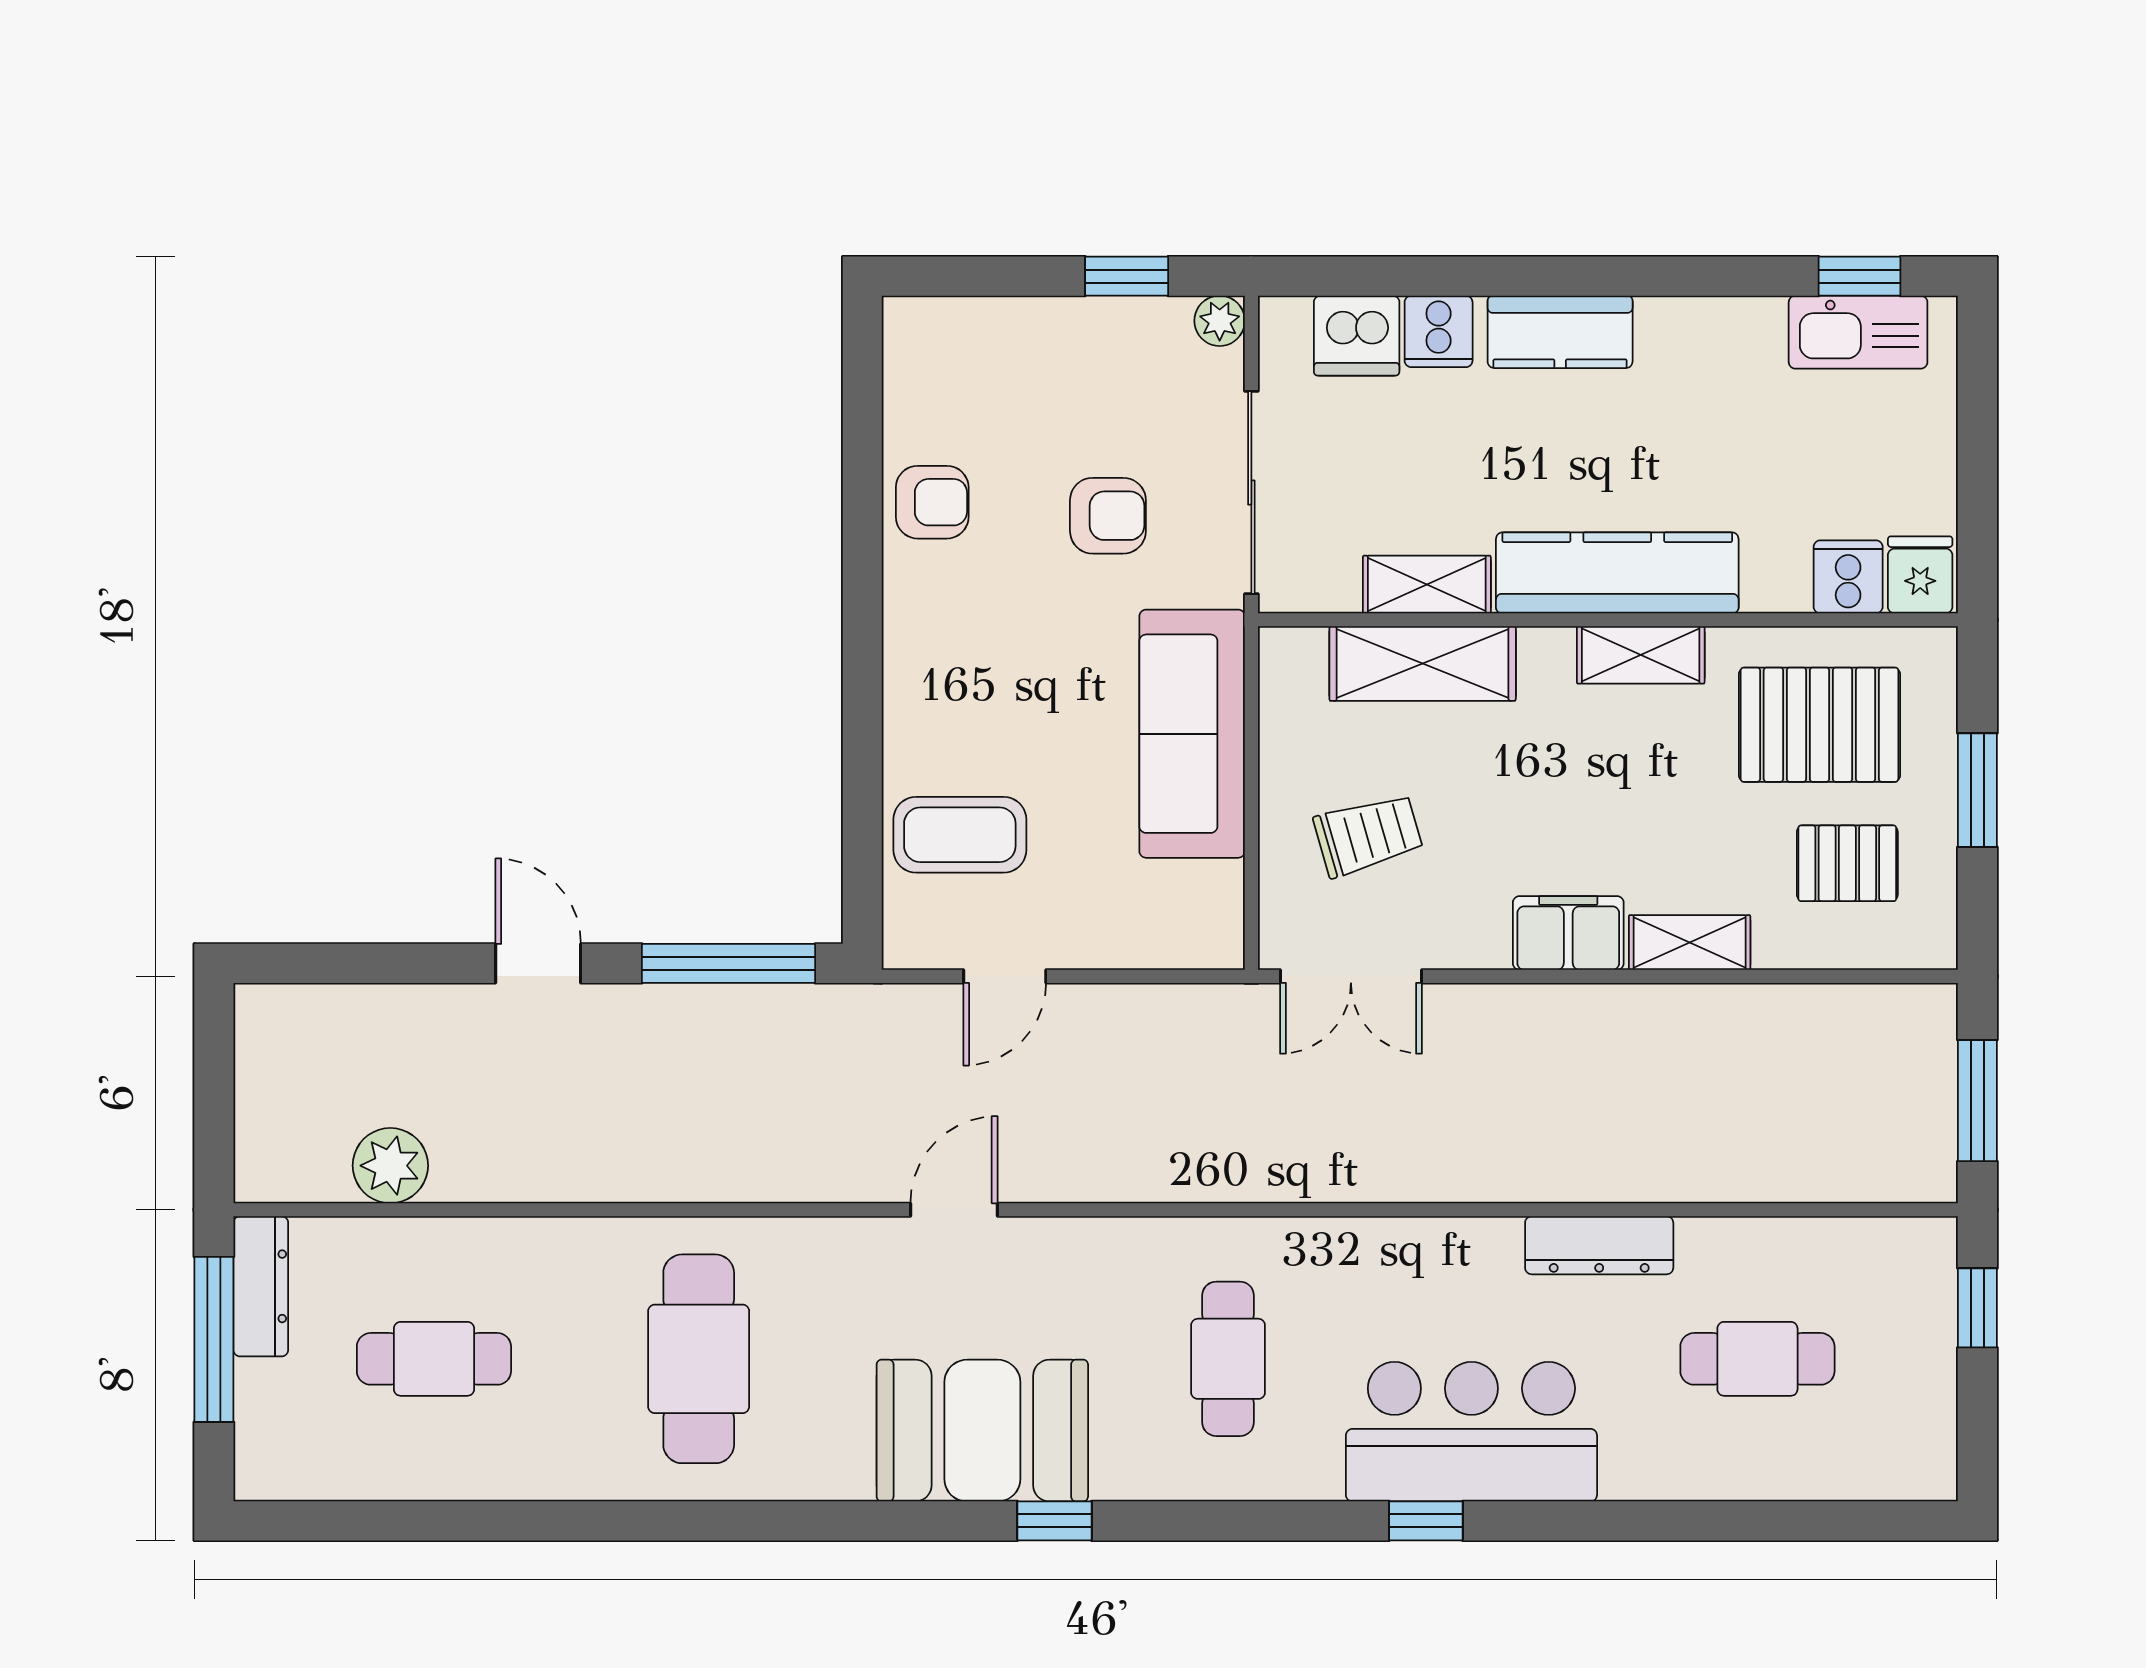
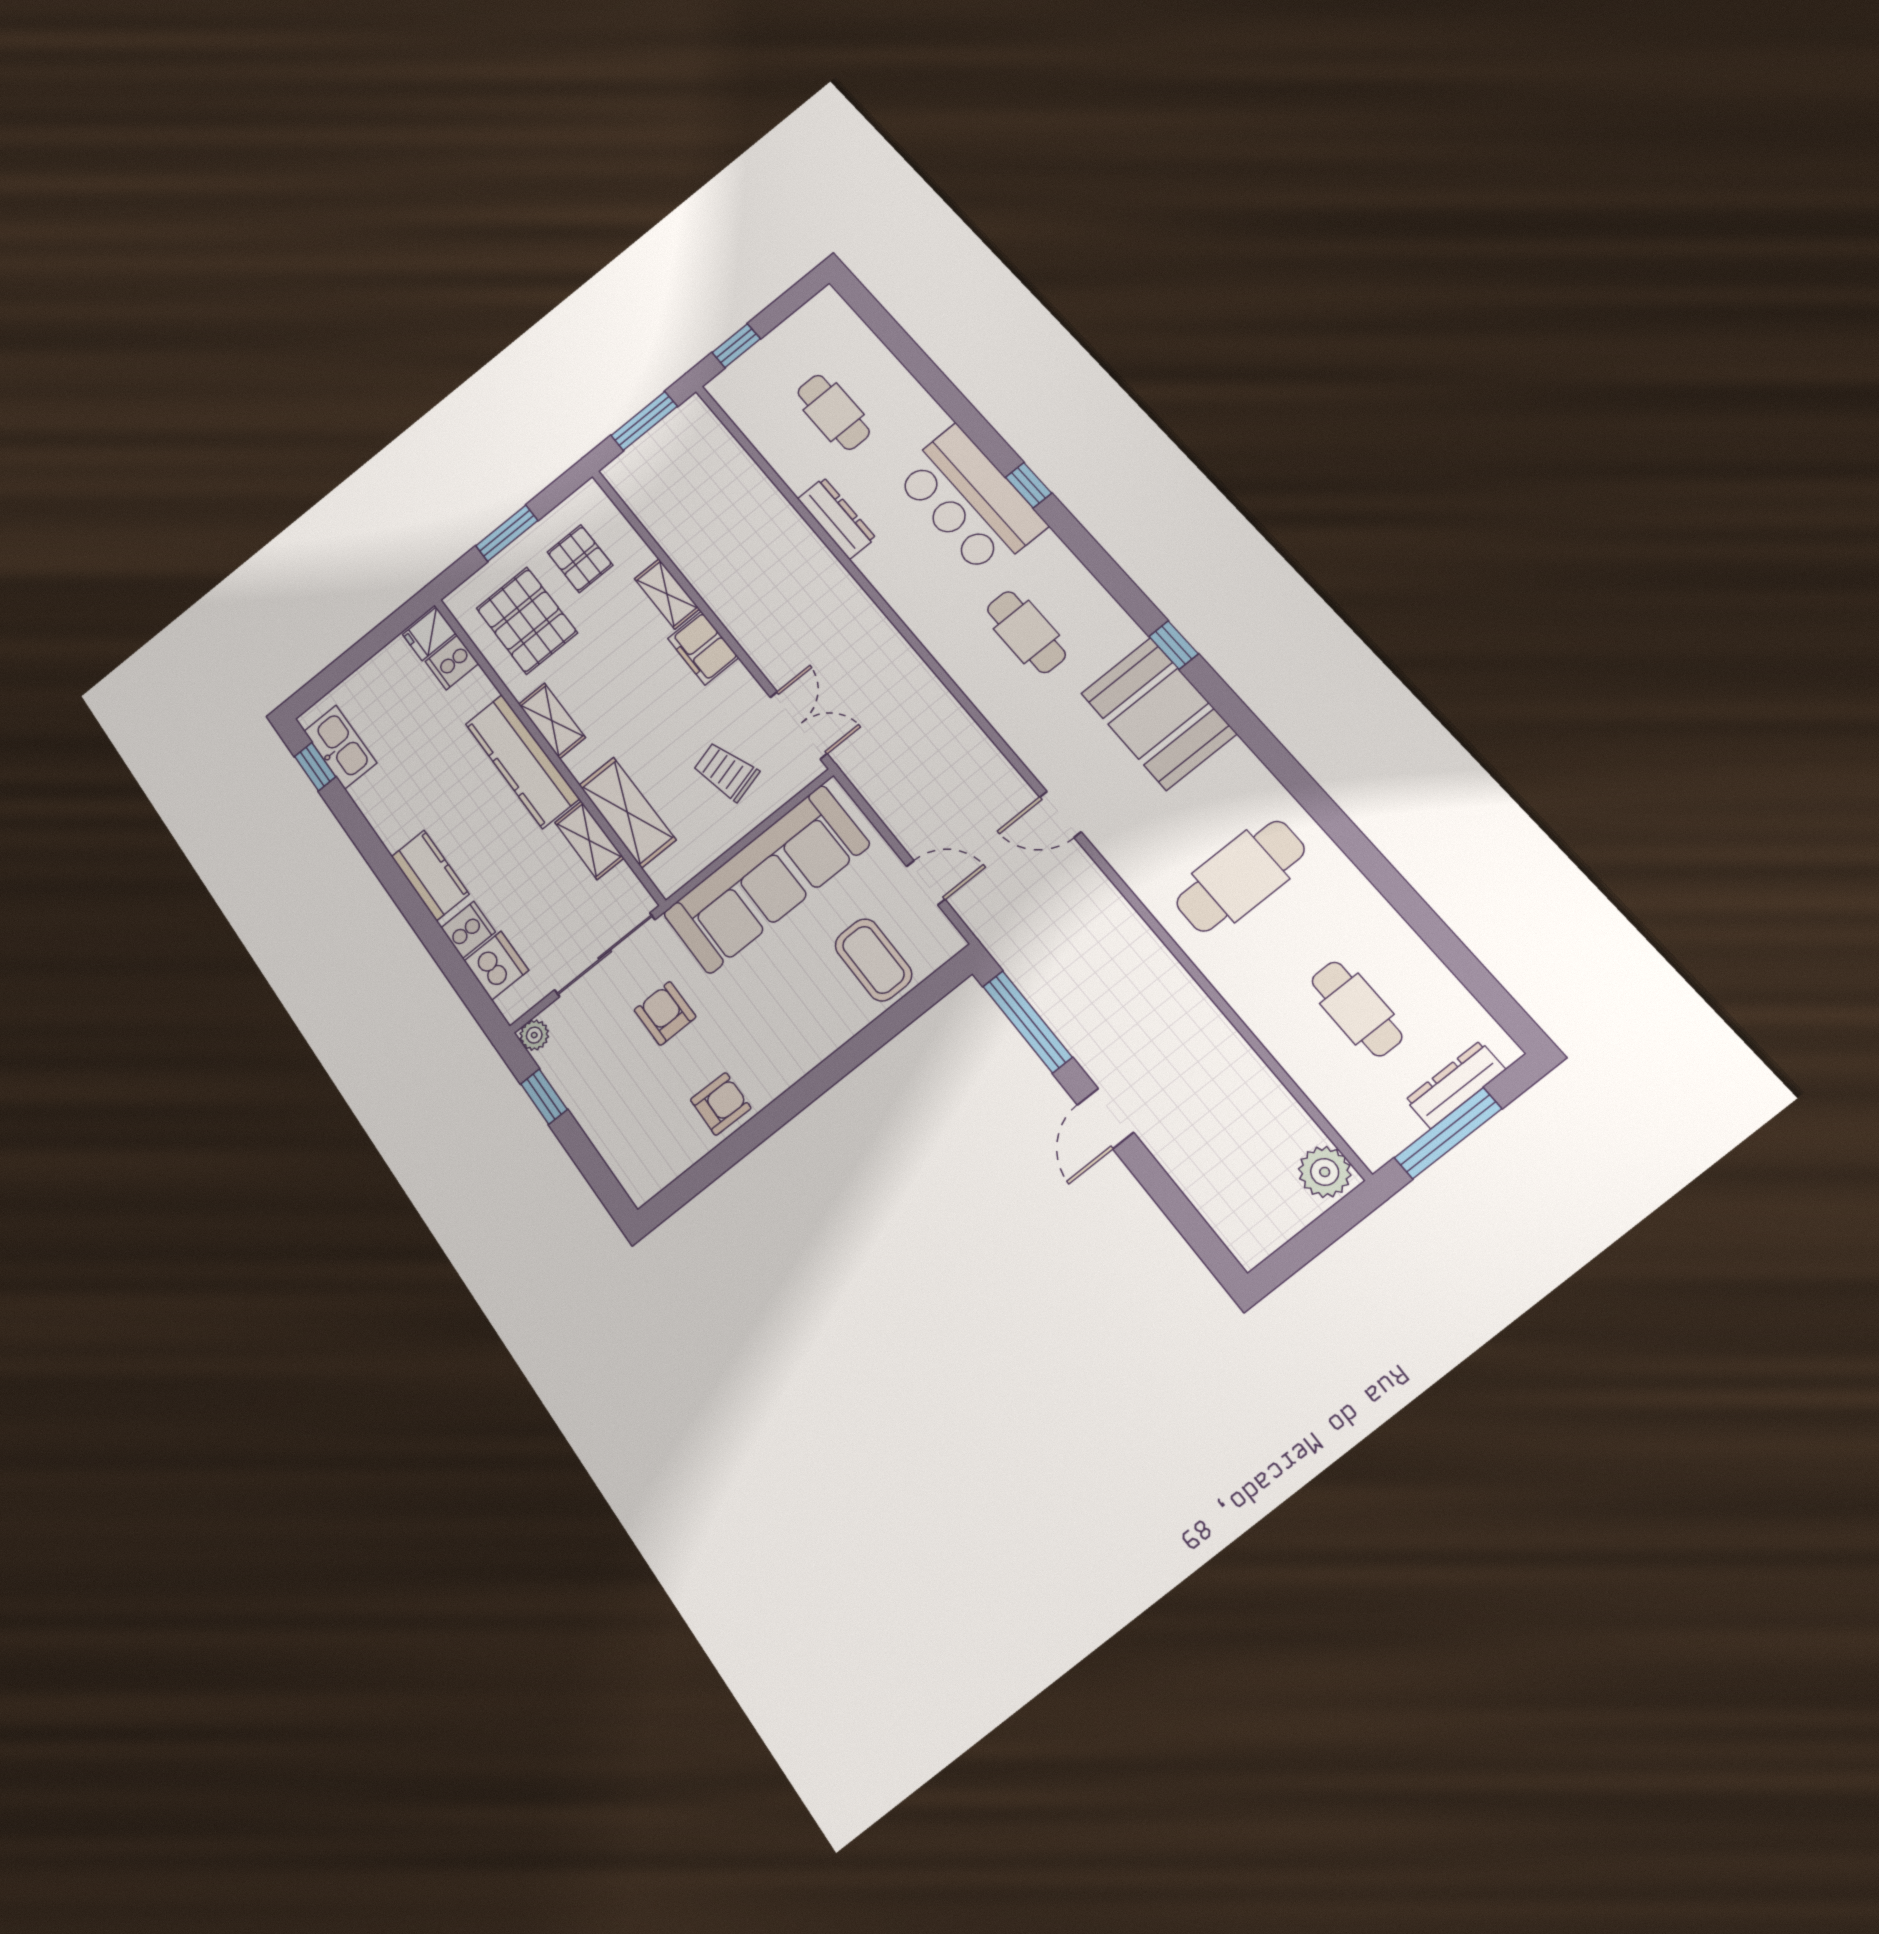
armchair: (932, 502) -> (721, 1104), turned 91
sofa: (1192, 734) -> (766, 879), width x1.36, depth x1.27
plant: (390, 1166) -> (1325, 1172), moved
dresser: (261, 1286) -> (1455, 1085), moved
cafe table: (1228, 1359) -> (1026, 632), turned 90

